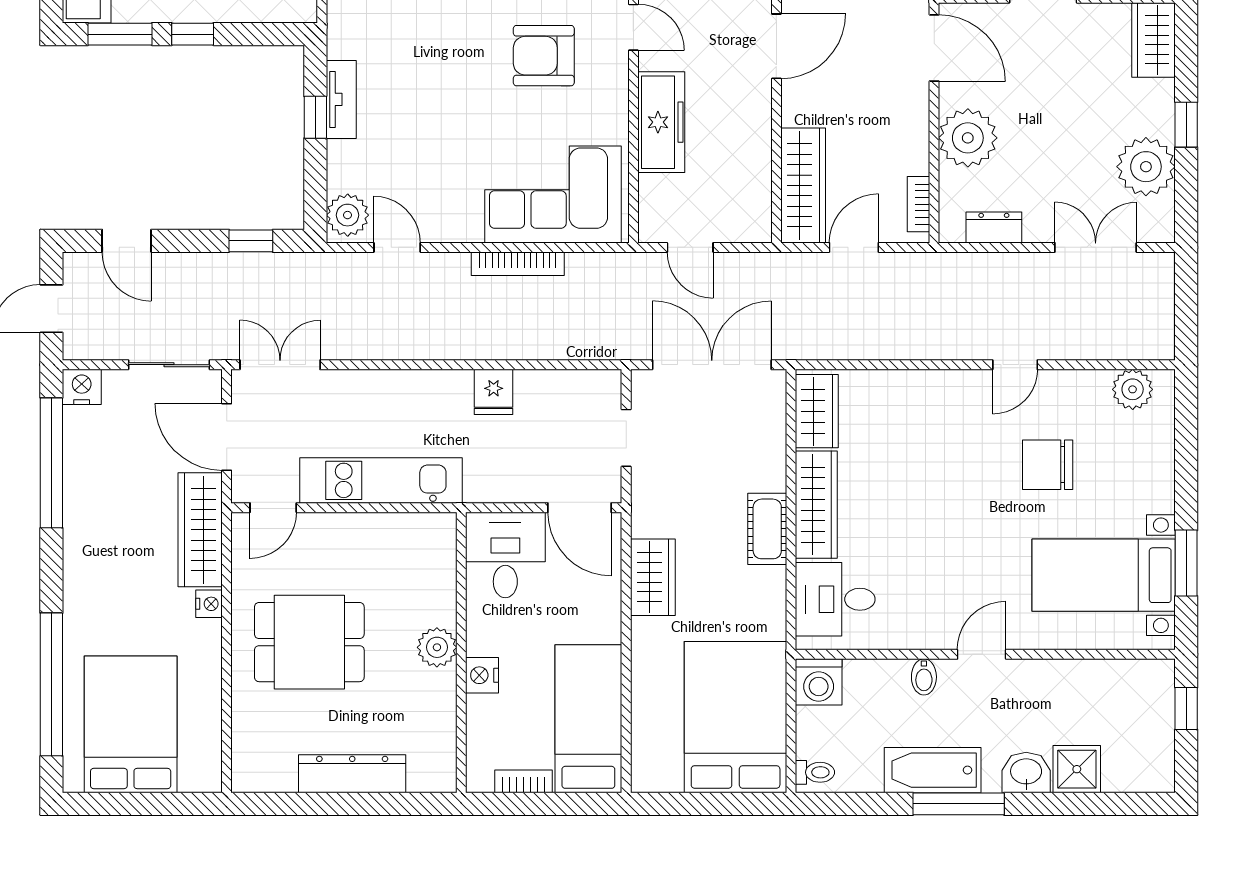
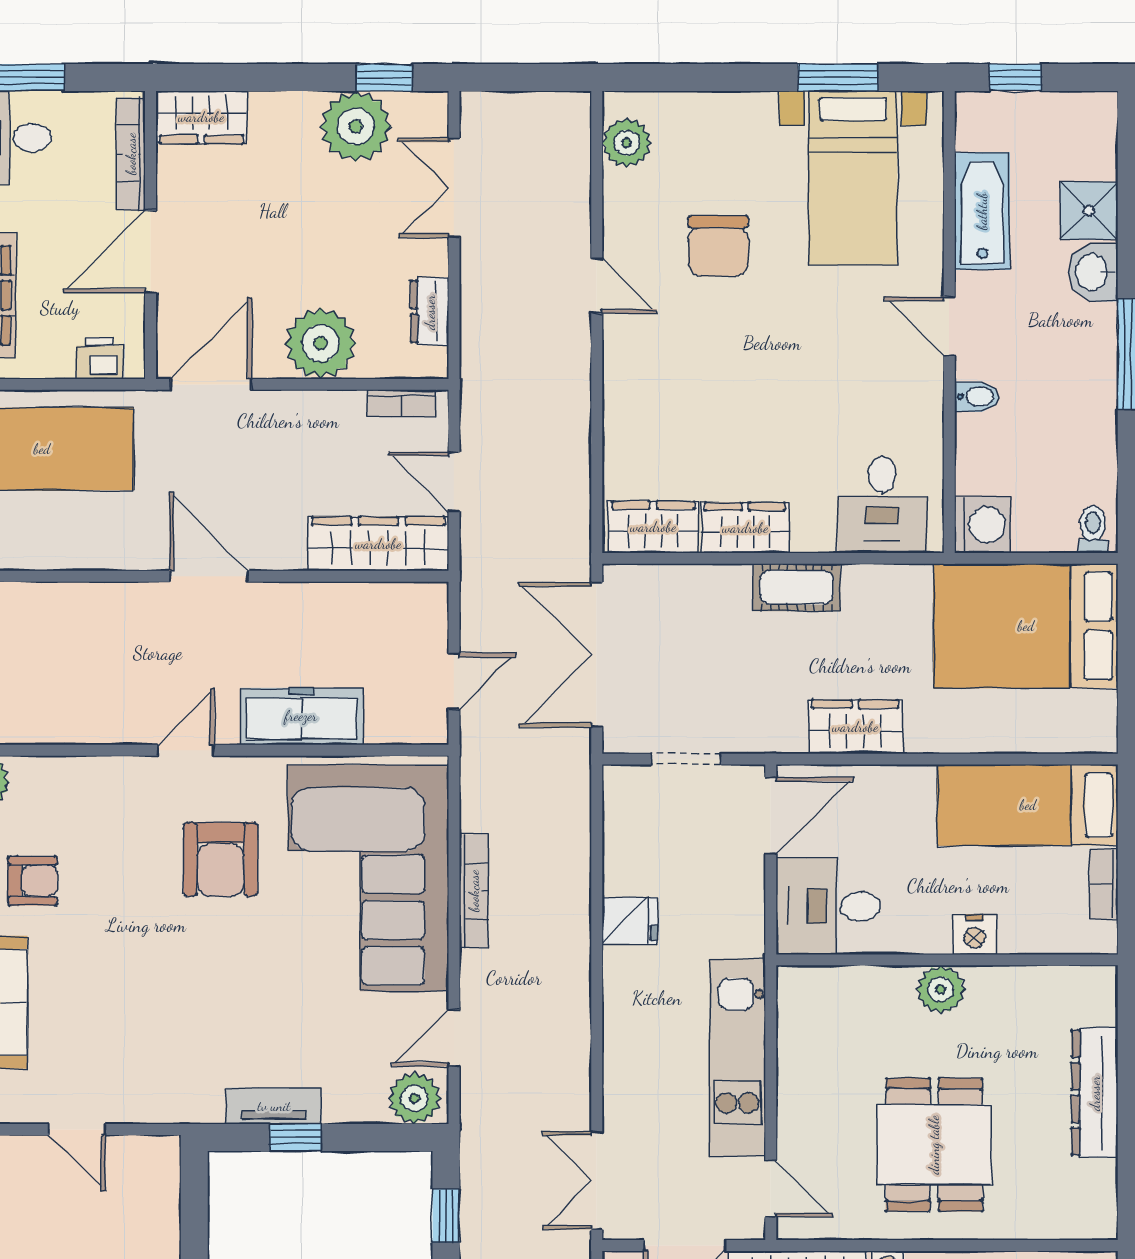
window: (1186, 125) -> (384, 77), moved
corner sofa: (553, 194) -> (368, 878), width x1.36, depth x1.36
wardrobe: (816, 505) -> (745, 528), width x0.67
bathtub: (933, 770) -> (982, 211), moved, turned 180

